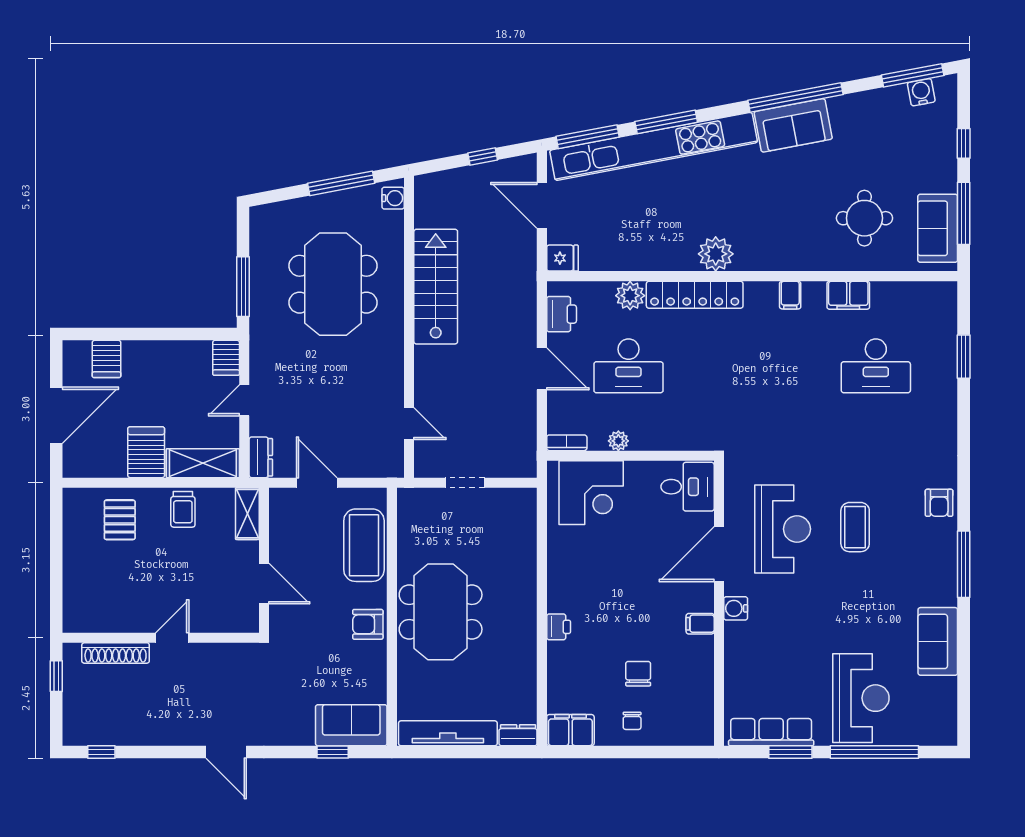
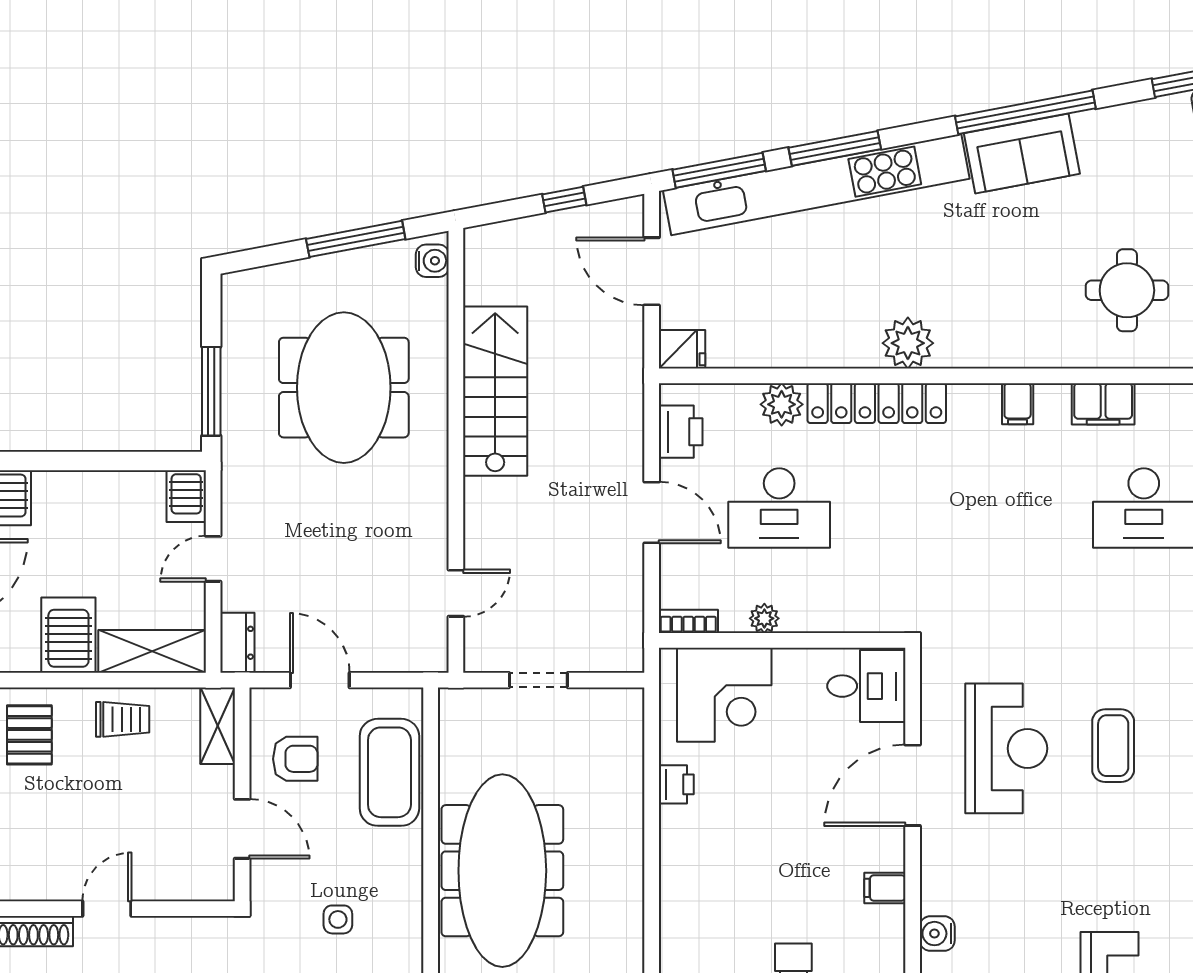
door: (409, 424) -> (456, 593), hinge flipped
trolley: (183, 509) -> (123, 719), turned -90
water cooler: (736, 608) -> (937, 934), moved
meeting table: (441, 612) -> (502, 871), width x1.36
armchair: (368, 624) -> (295, 759), moved, turned 180
printer: (559, 627) -> (676, 784), moved
side table: (329, 645) -> (338, 919), added

